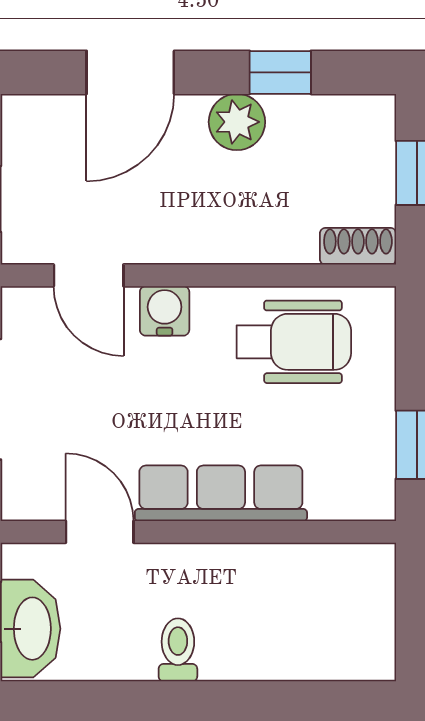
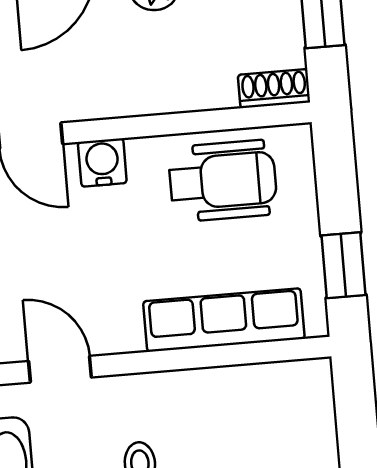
row of seats: (221, 493) -> (224, 320), moved

